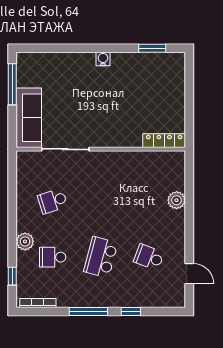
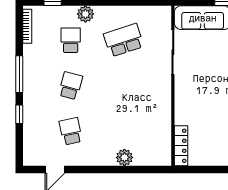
school desk: (53, 201) -> (124, 40), width x1.85
school desk: (101, 257) -> (71, 86), width x0.54
school desk: (149, 257) -> (71, 131), turned -33

